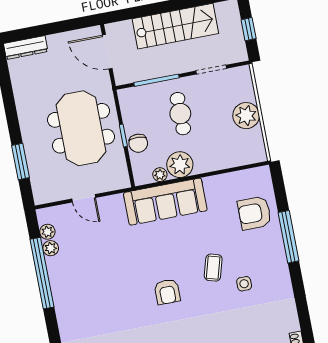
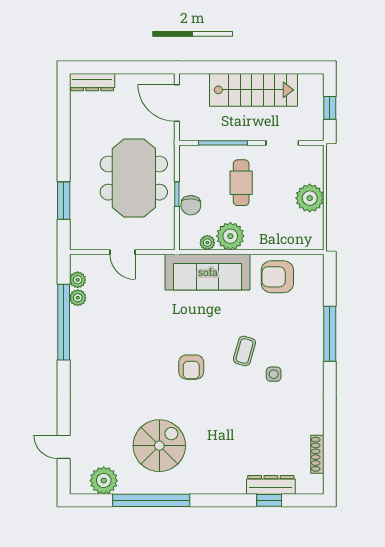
armchair: (254, 213) -> (277, 277), moved

